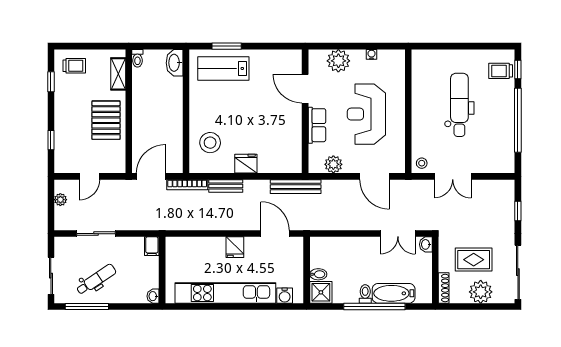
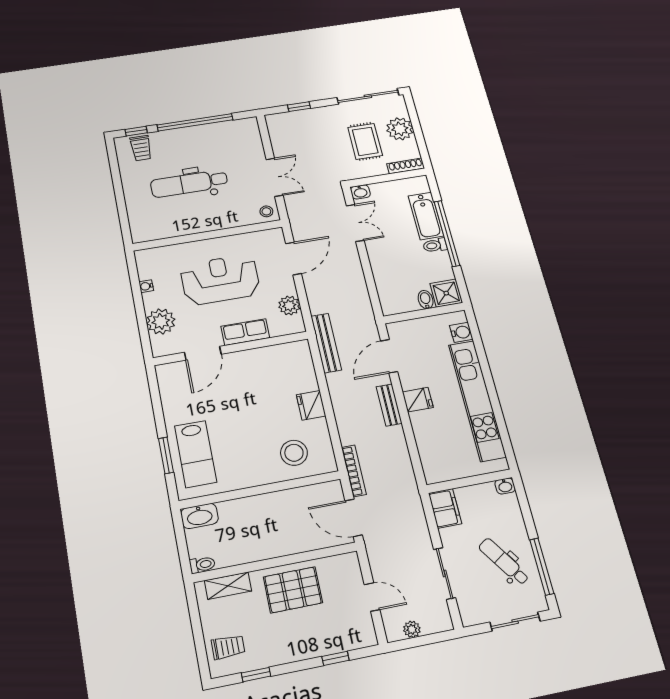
trolley: (74, 66) -> (228, 647), turned 90
reception desk: (366, 114) -> (220, 280), turned 180
bench: (226, 186) -> (389, 405), moved
filing cabinet: (152, 246) -> (445, 508), width x2.00

